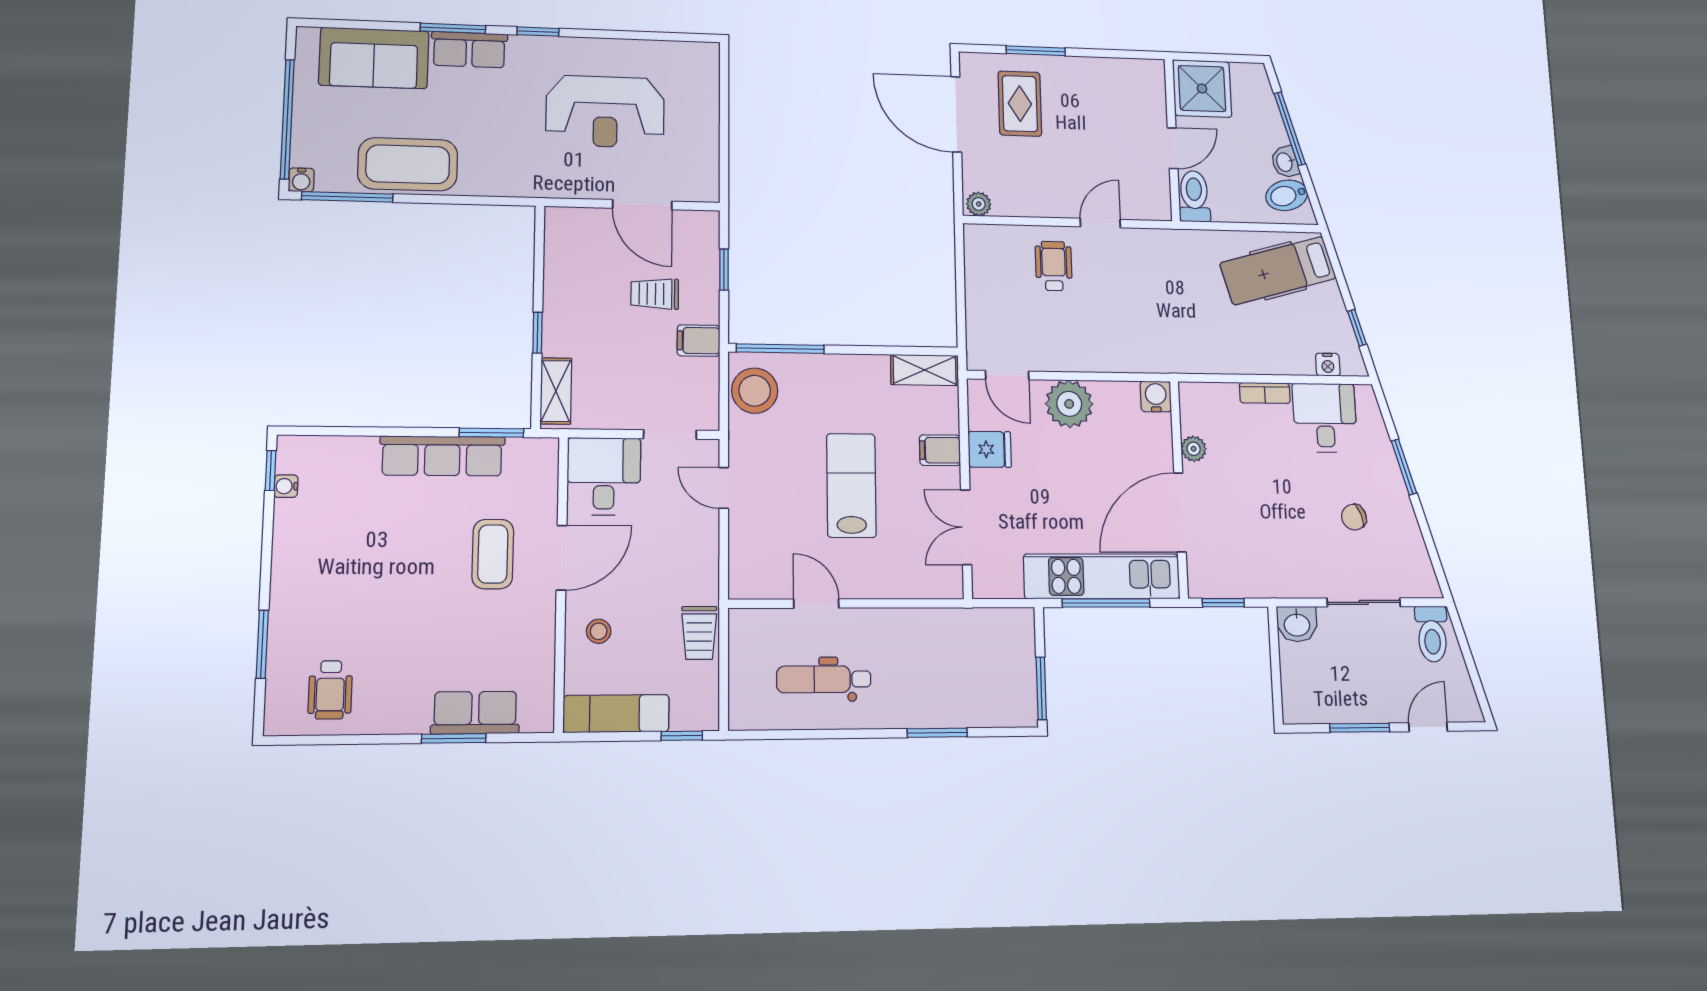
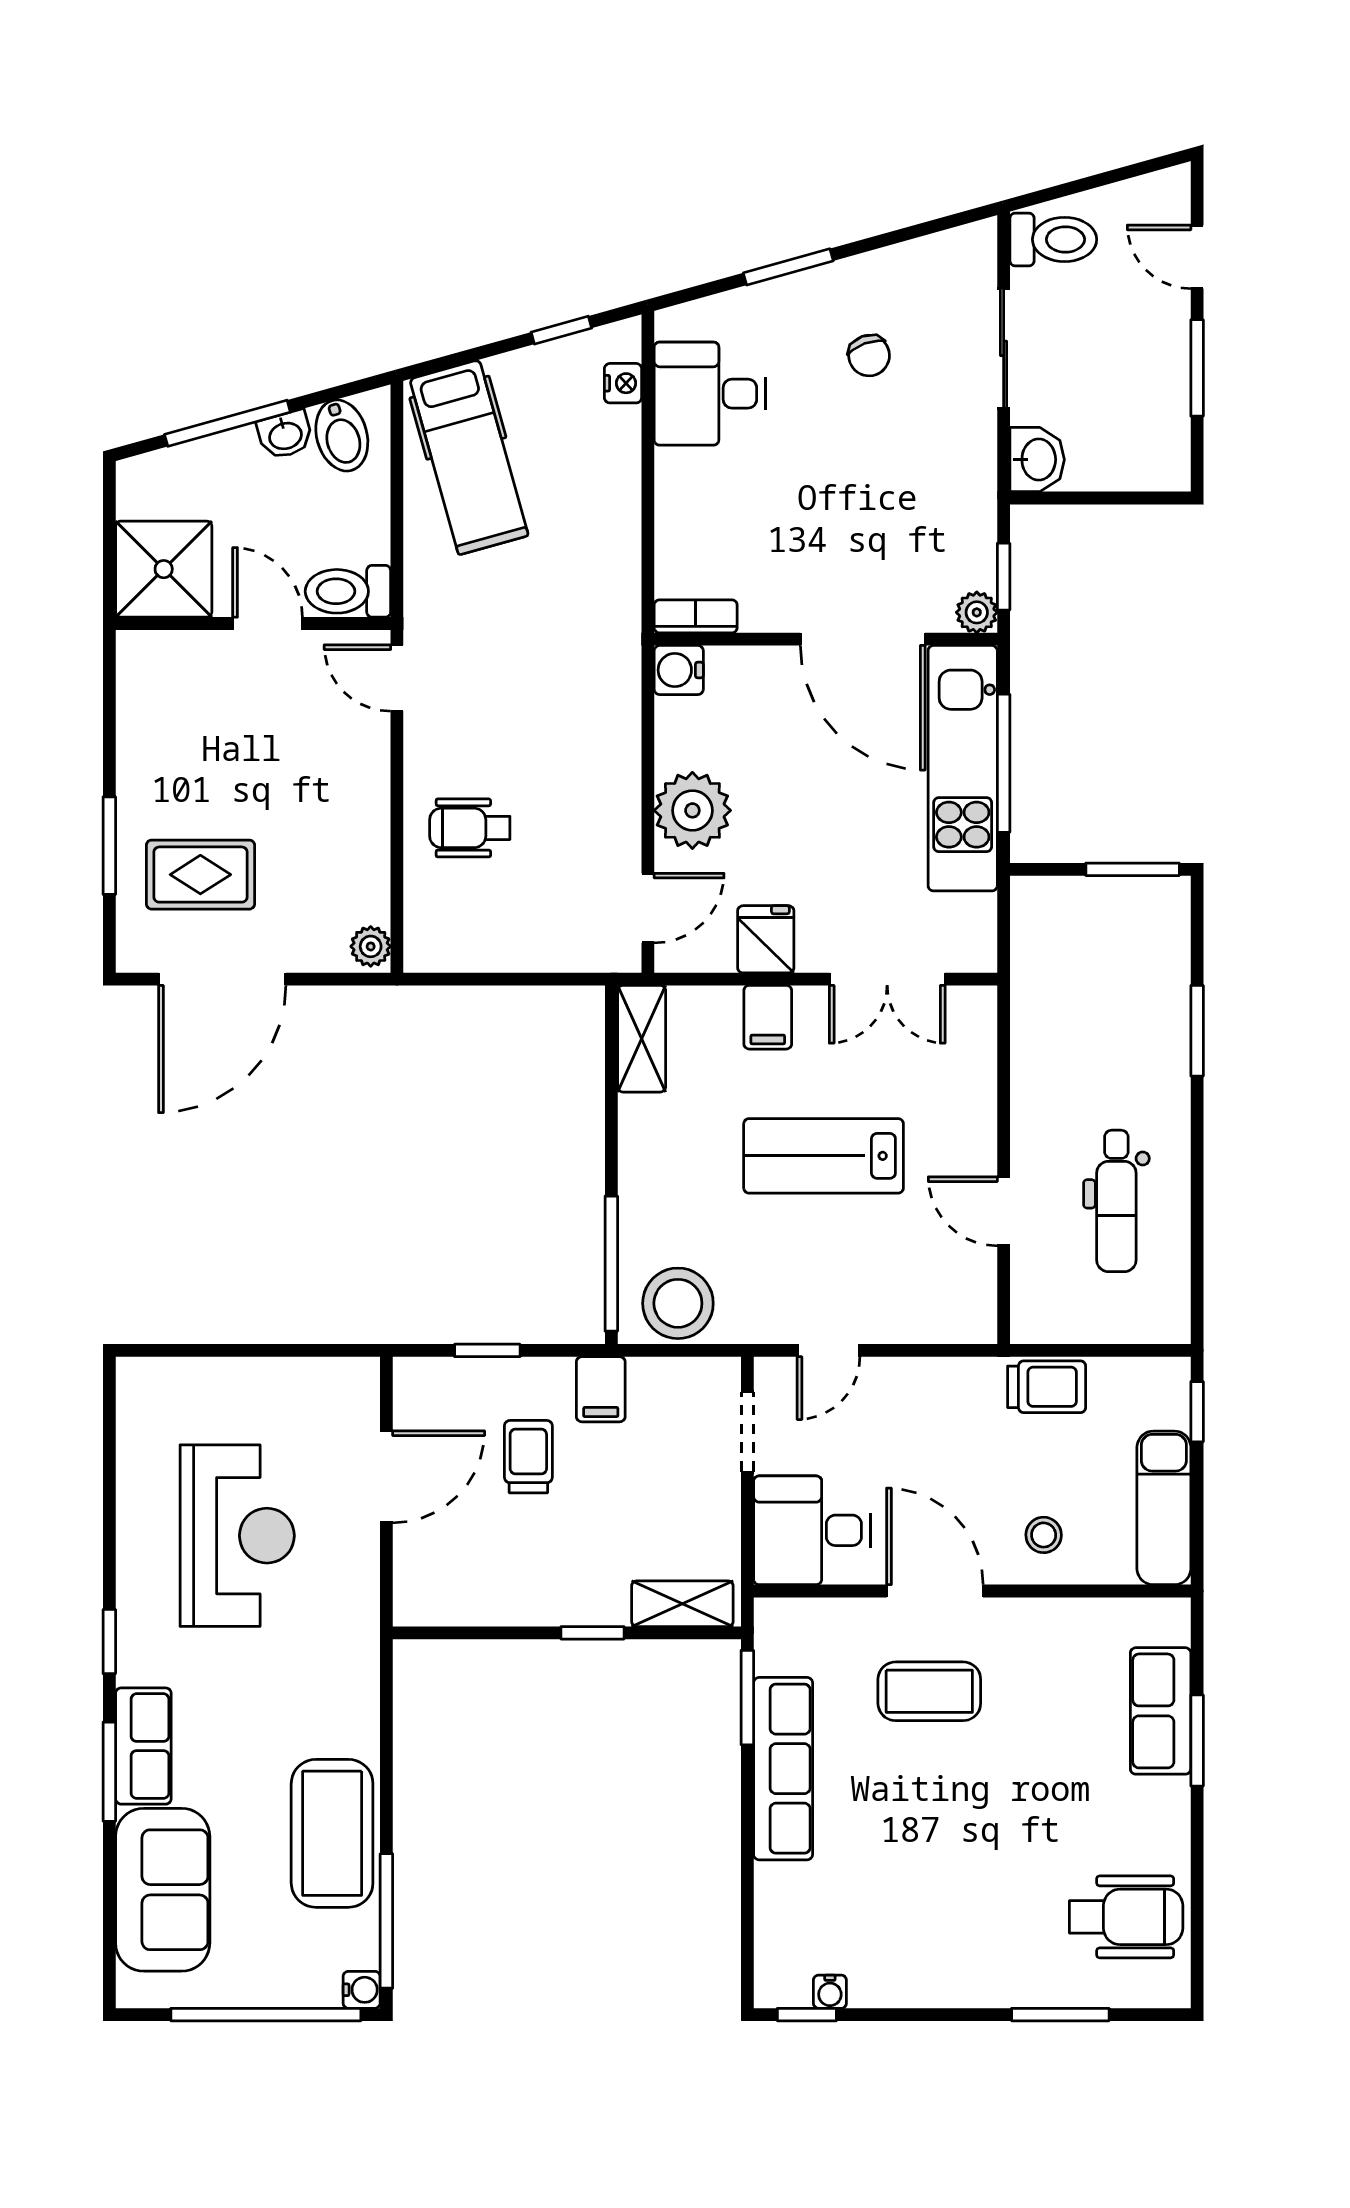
door: (1100, 223) -> (397, 678), moved
trolley: (655, 294) -> (528, 1457), turned 180
bookcase: (1265, 393) -> (696, 616), moved, turned -90
plant: (1194, 449) -> (977, 612), moved
door: (816, 604) -> (1004, 1211), hinge flipped
wheelchair: (330, 690) -> (1126, 1917), width x1.36, depth x1.37

